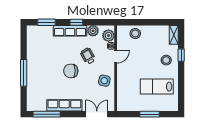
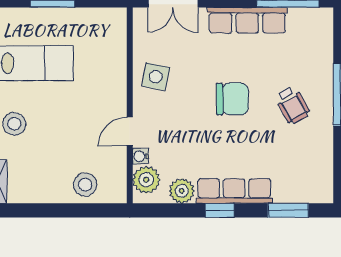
wheelchair: (88, 56) -> (293, 105), moved

